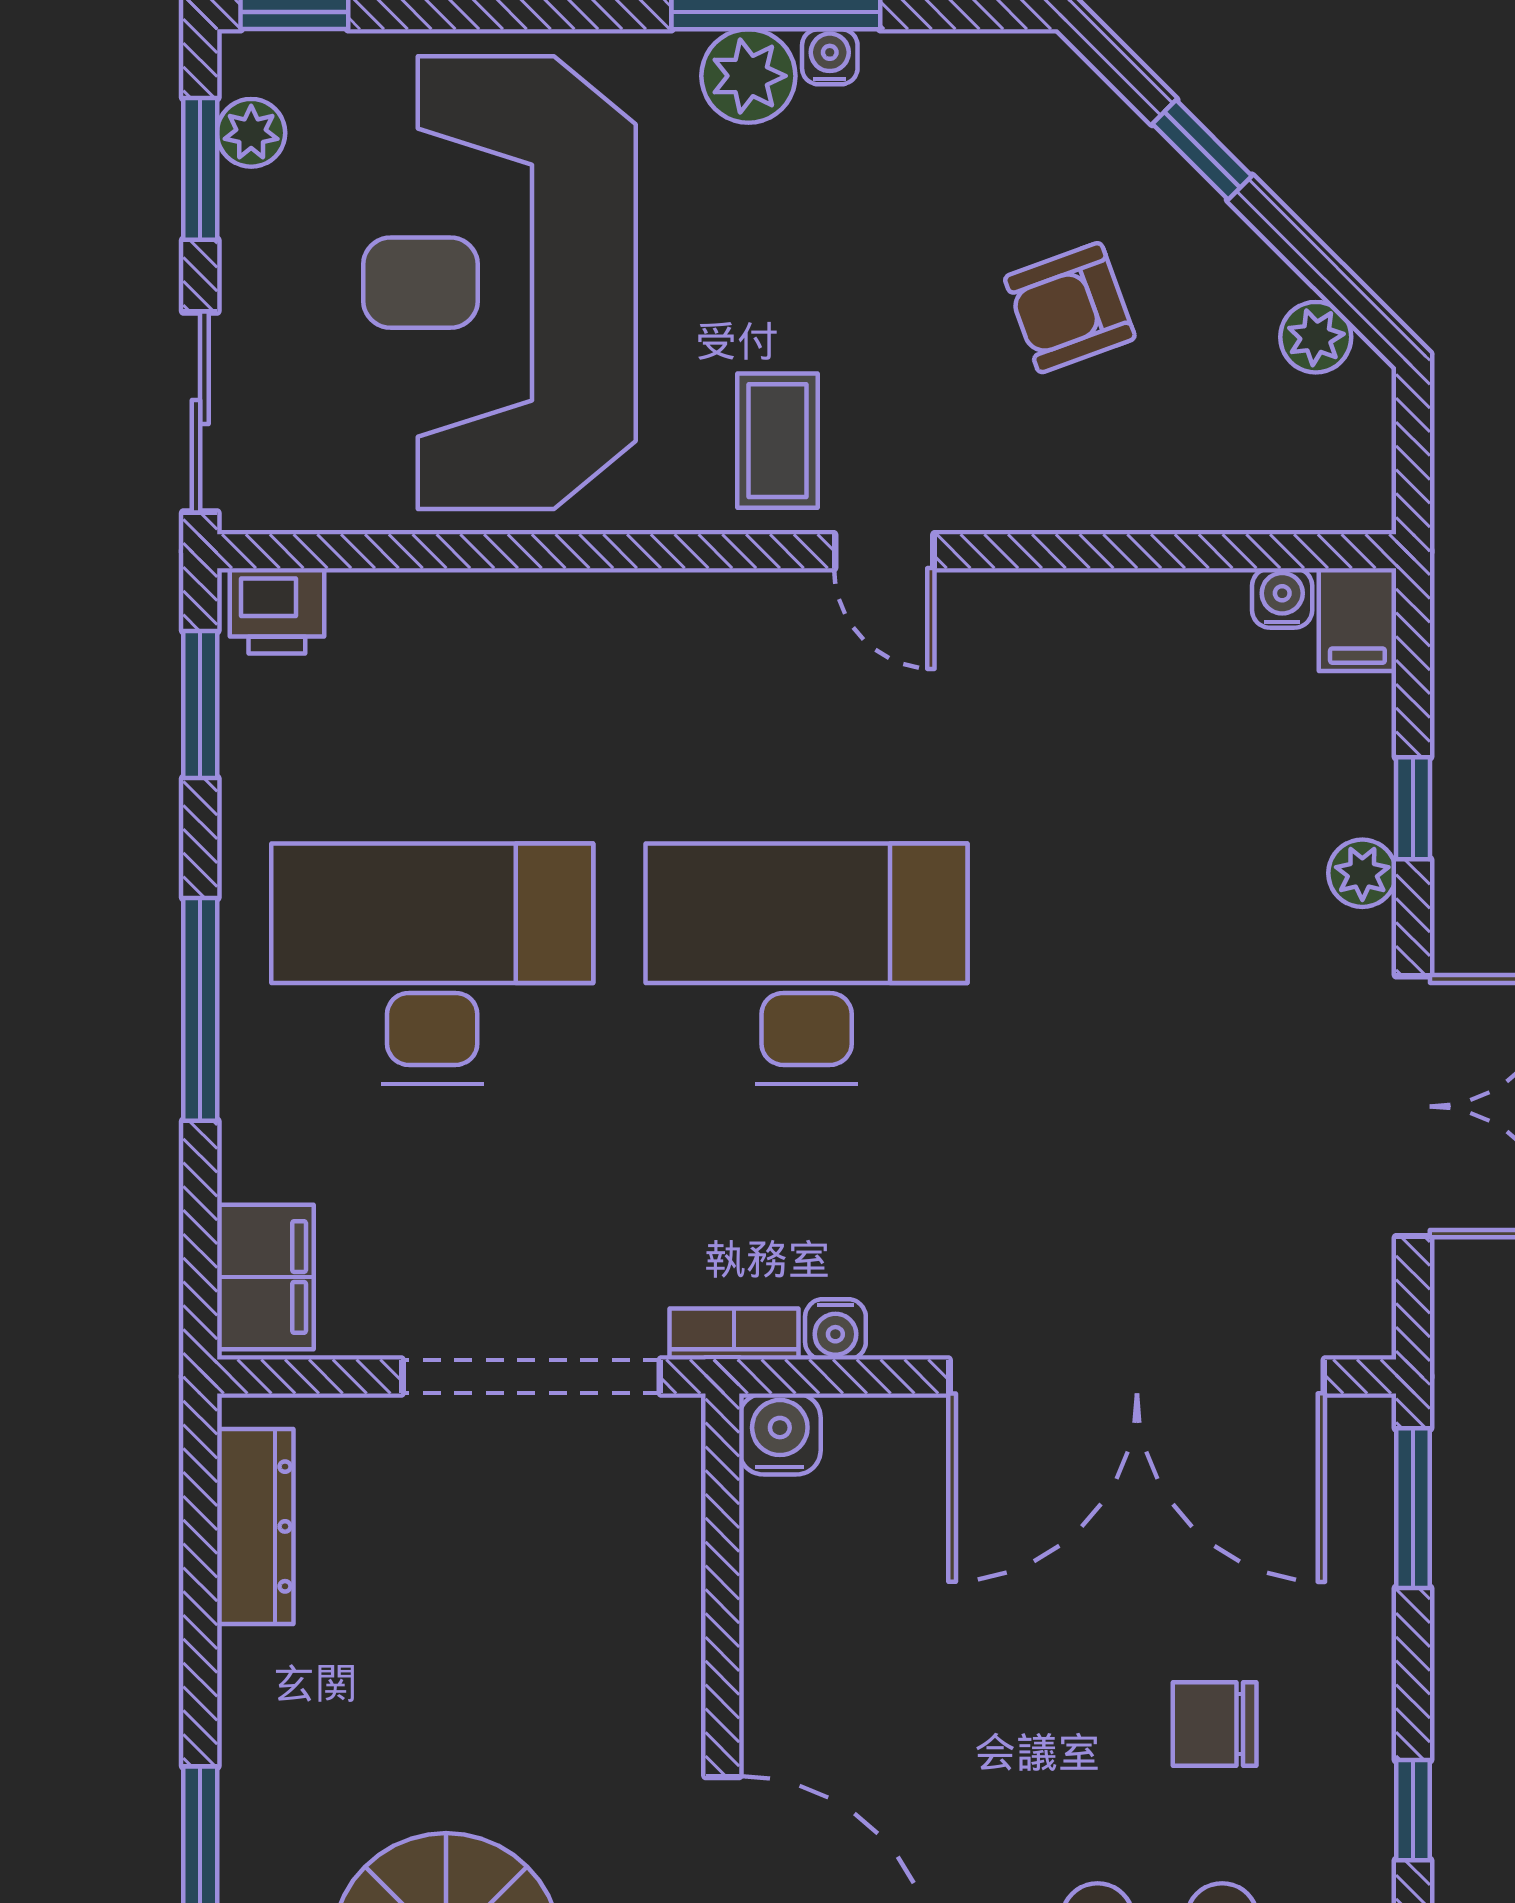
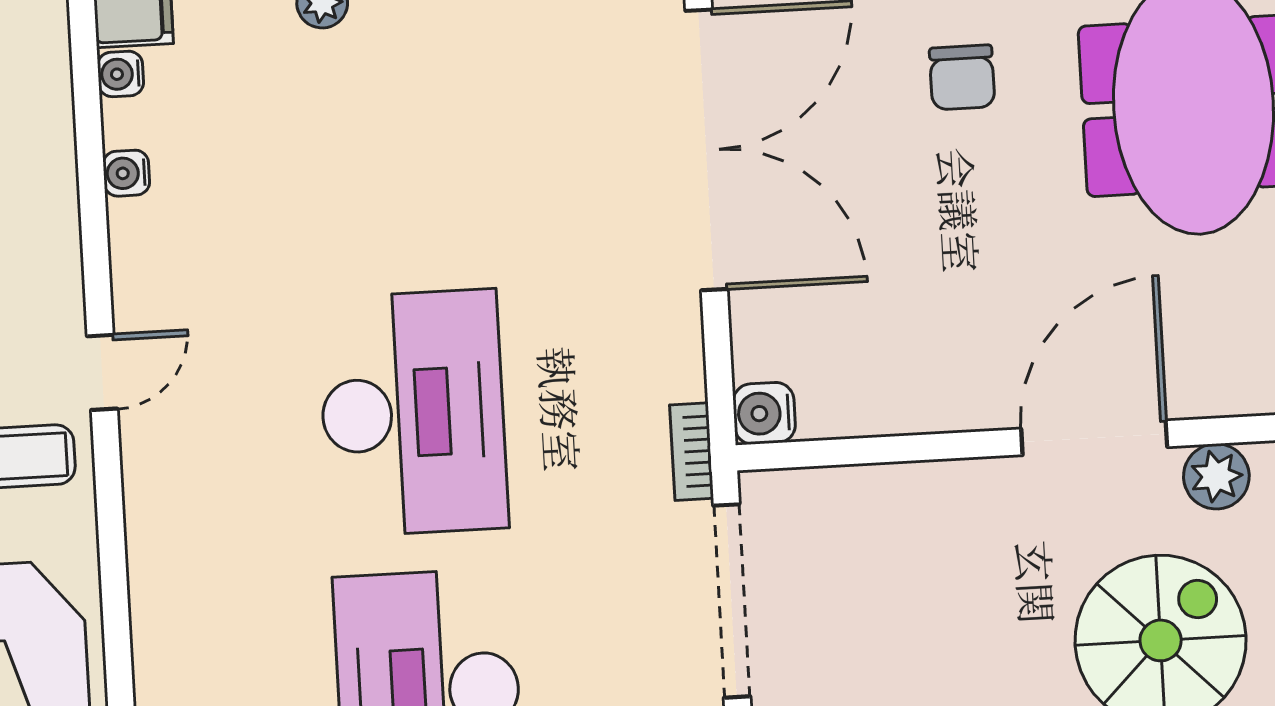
desk: (807, 964) -> (413, 413), turned 180
water cooler: (835, 1329) -> (126, 173), moved, turned 180

